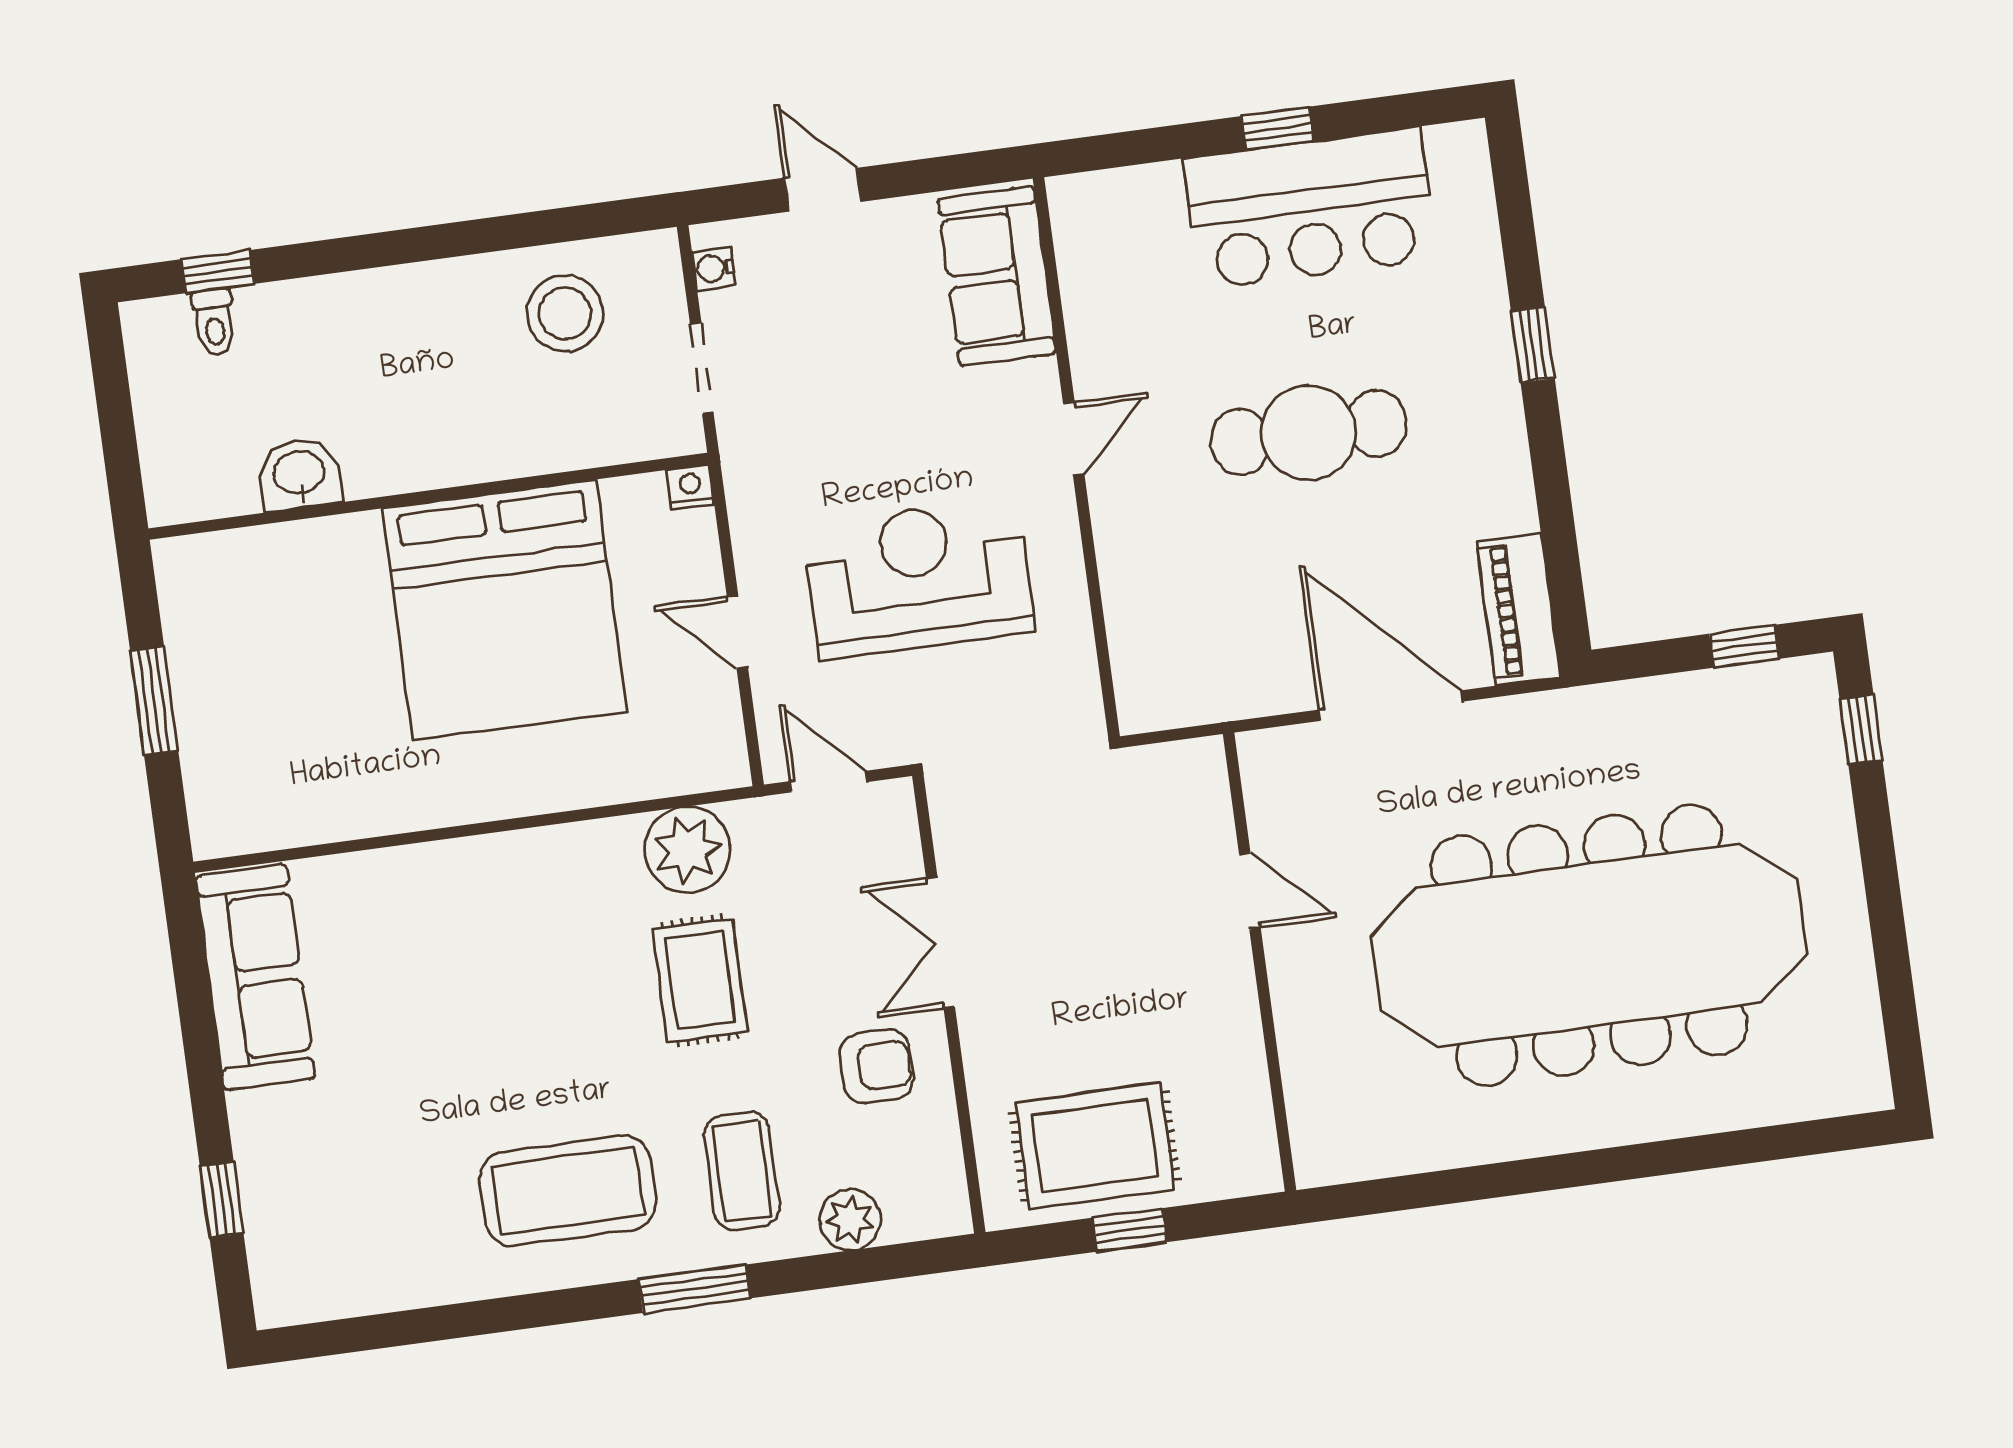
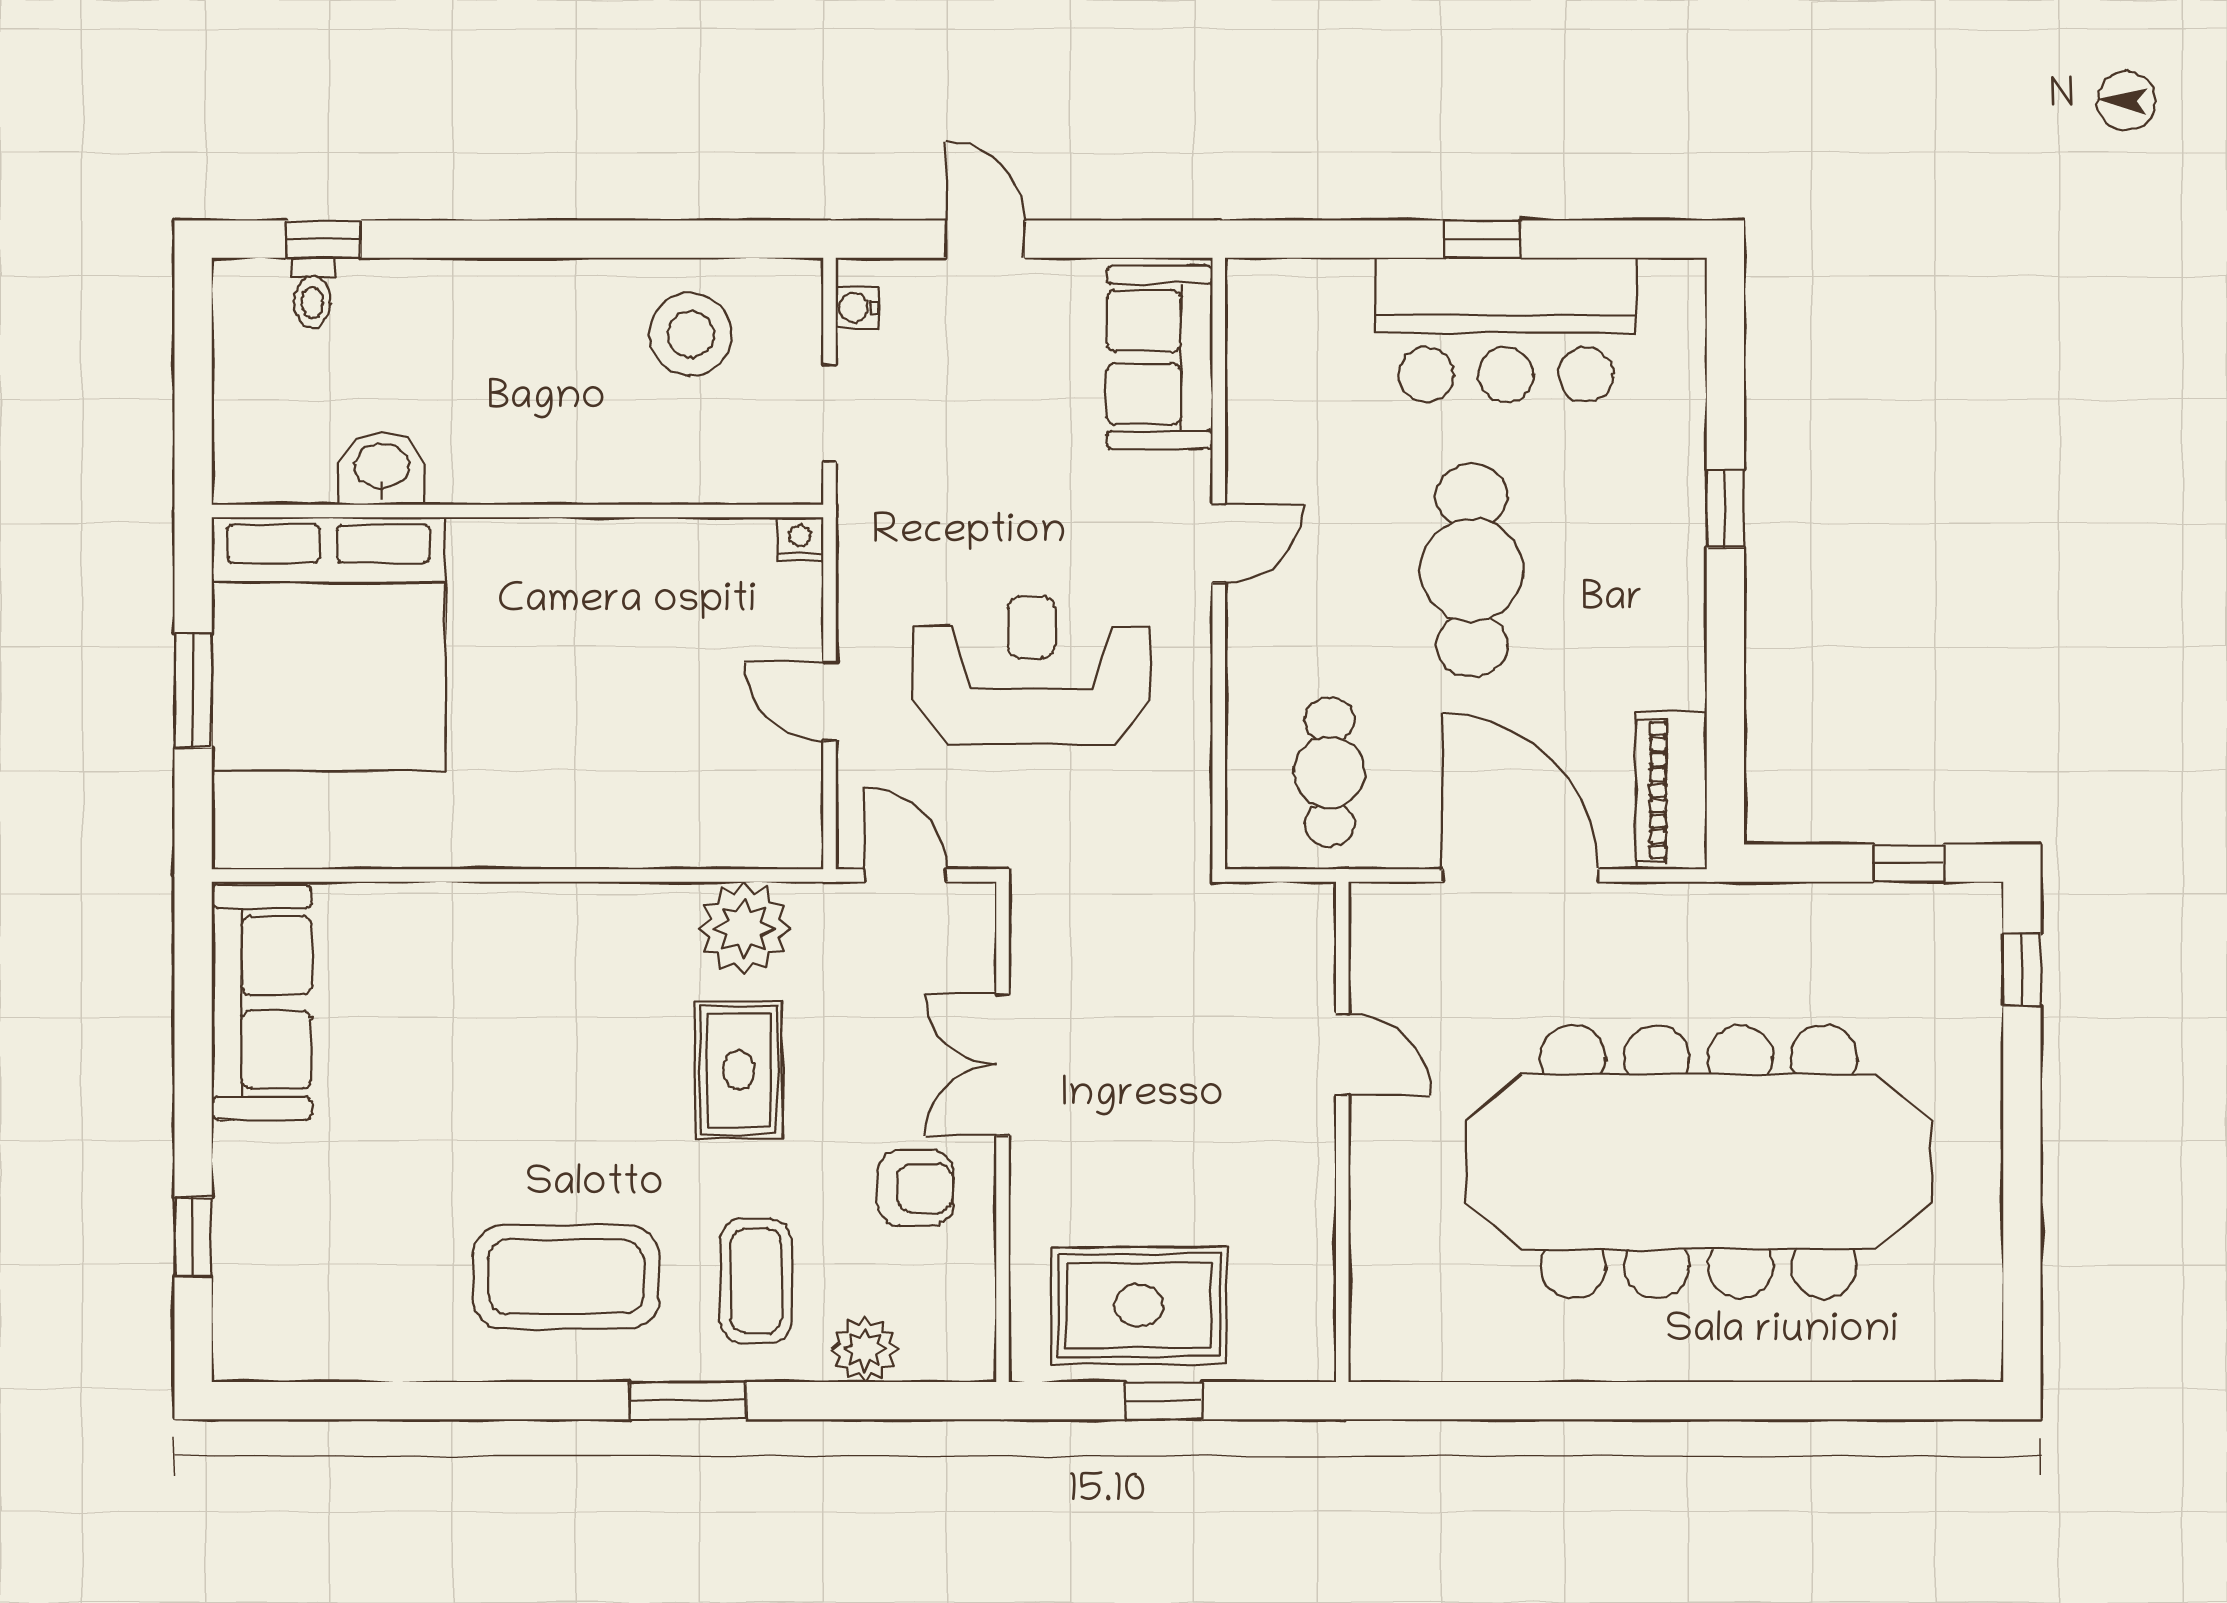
cafe table: (1308, 433) -> (1472, 570), turned 90
bed: (504, 610) -> (328, 644), moved
cafe table: (1203, 635) -> (1329, 772), added

